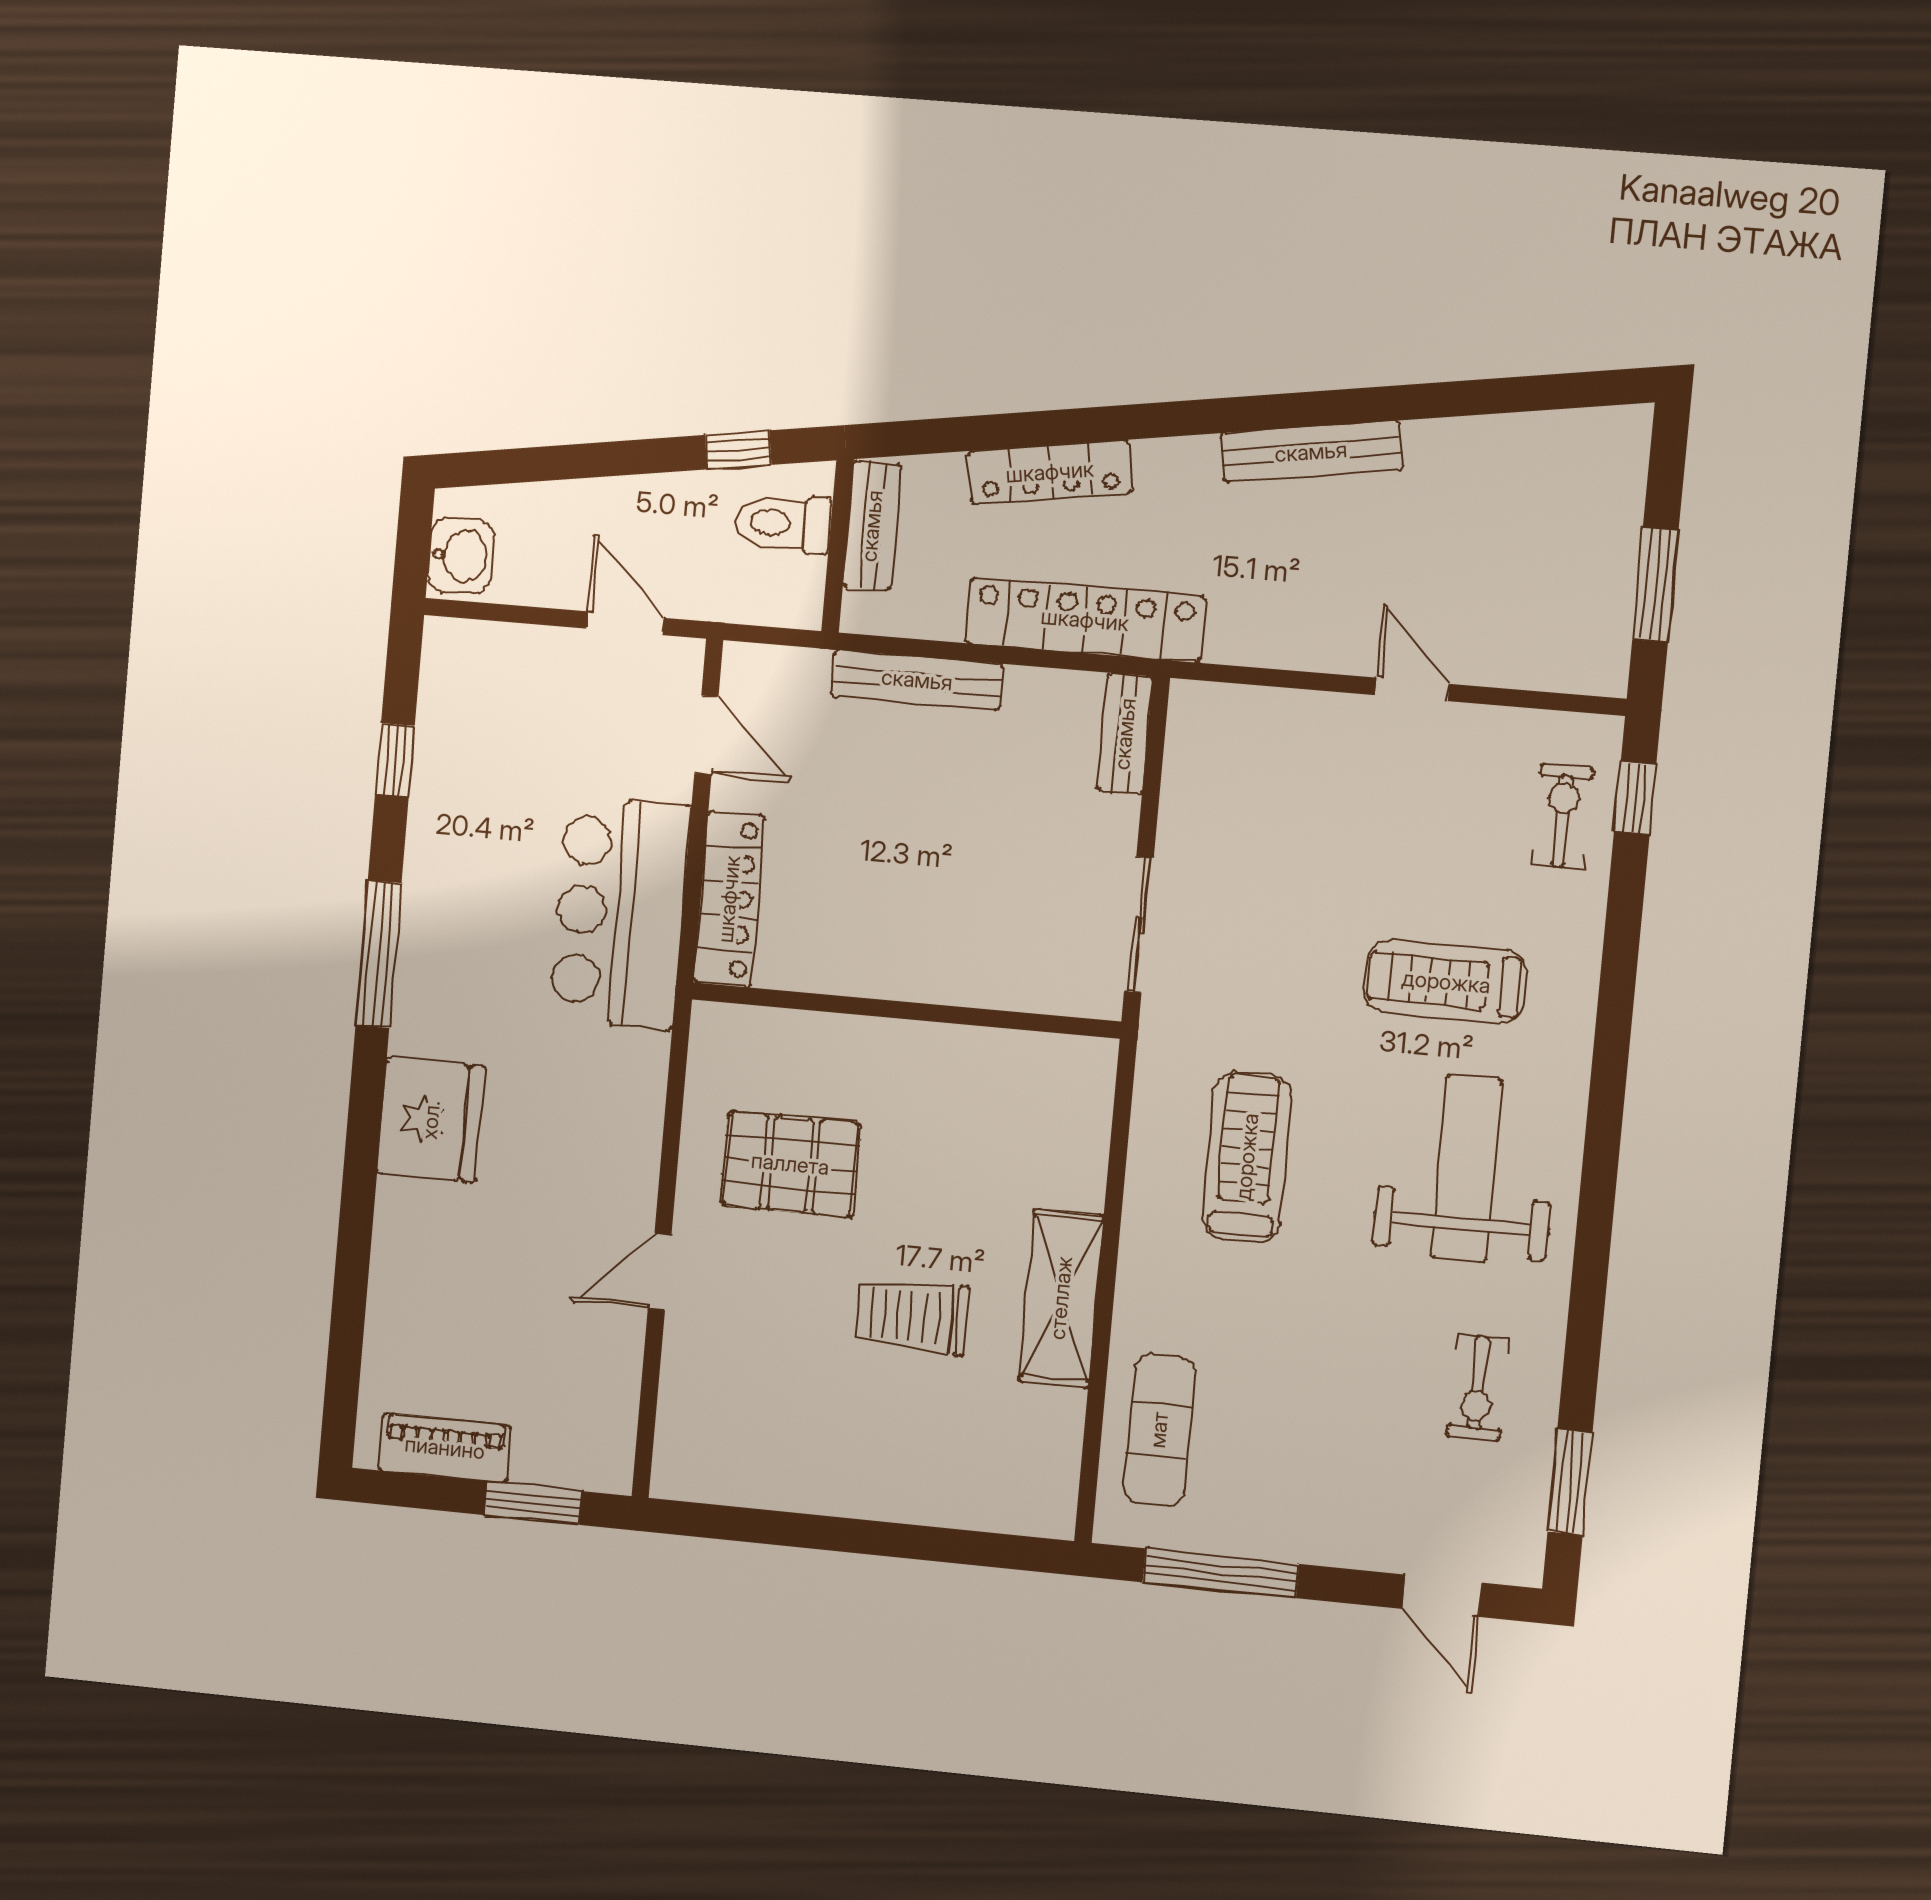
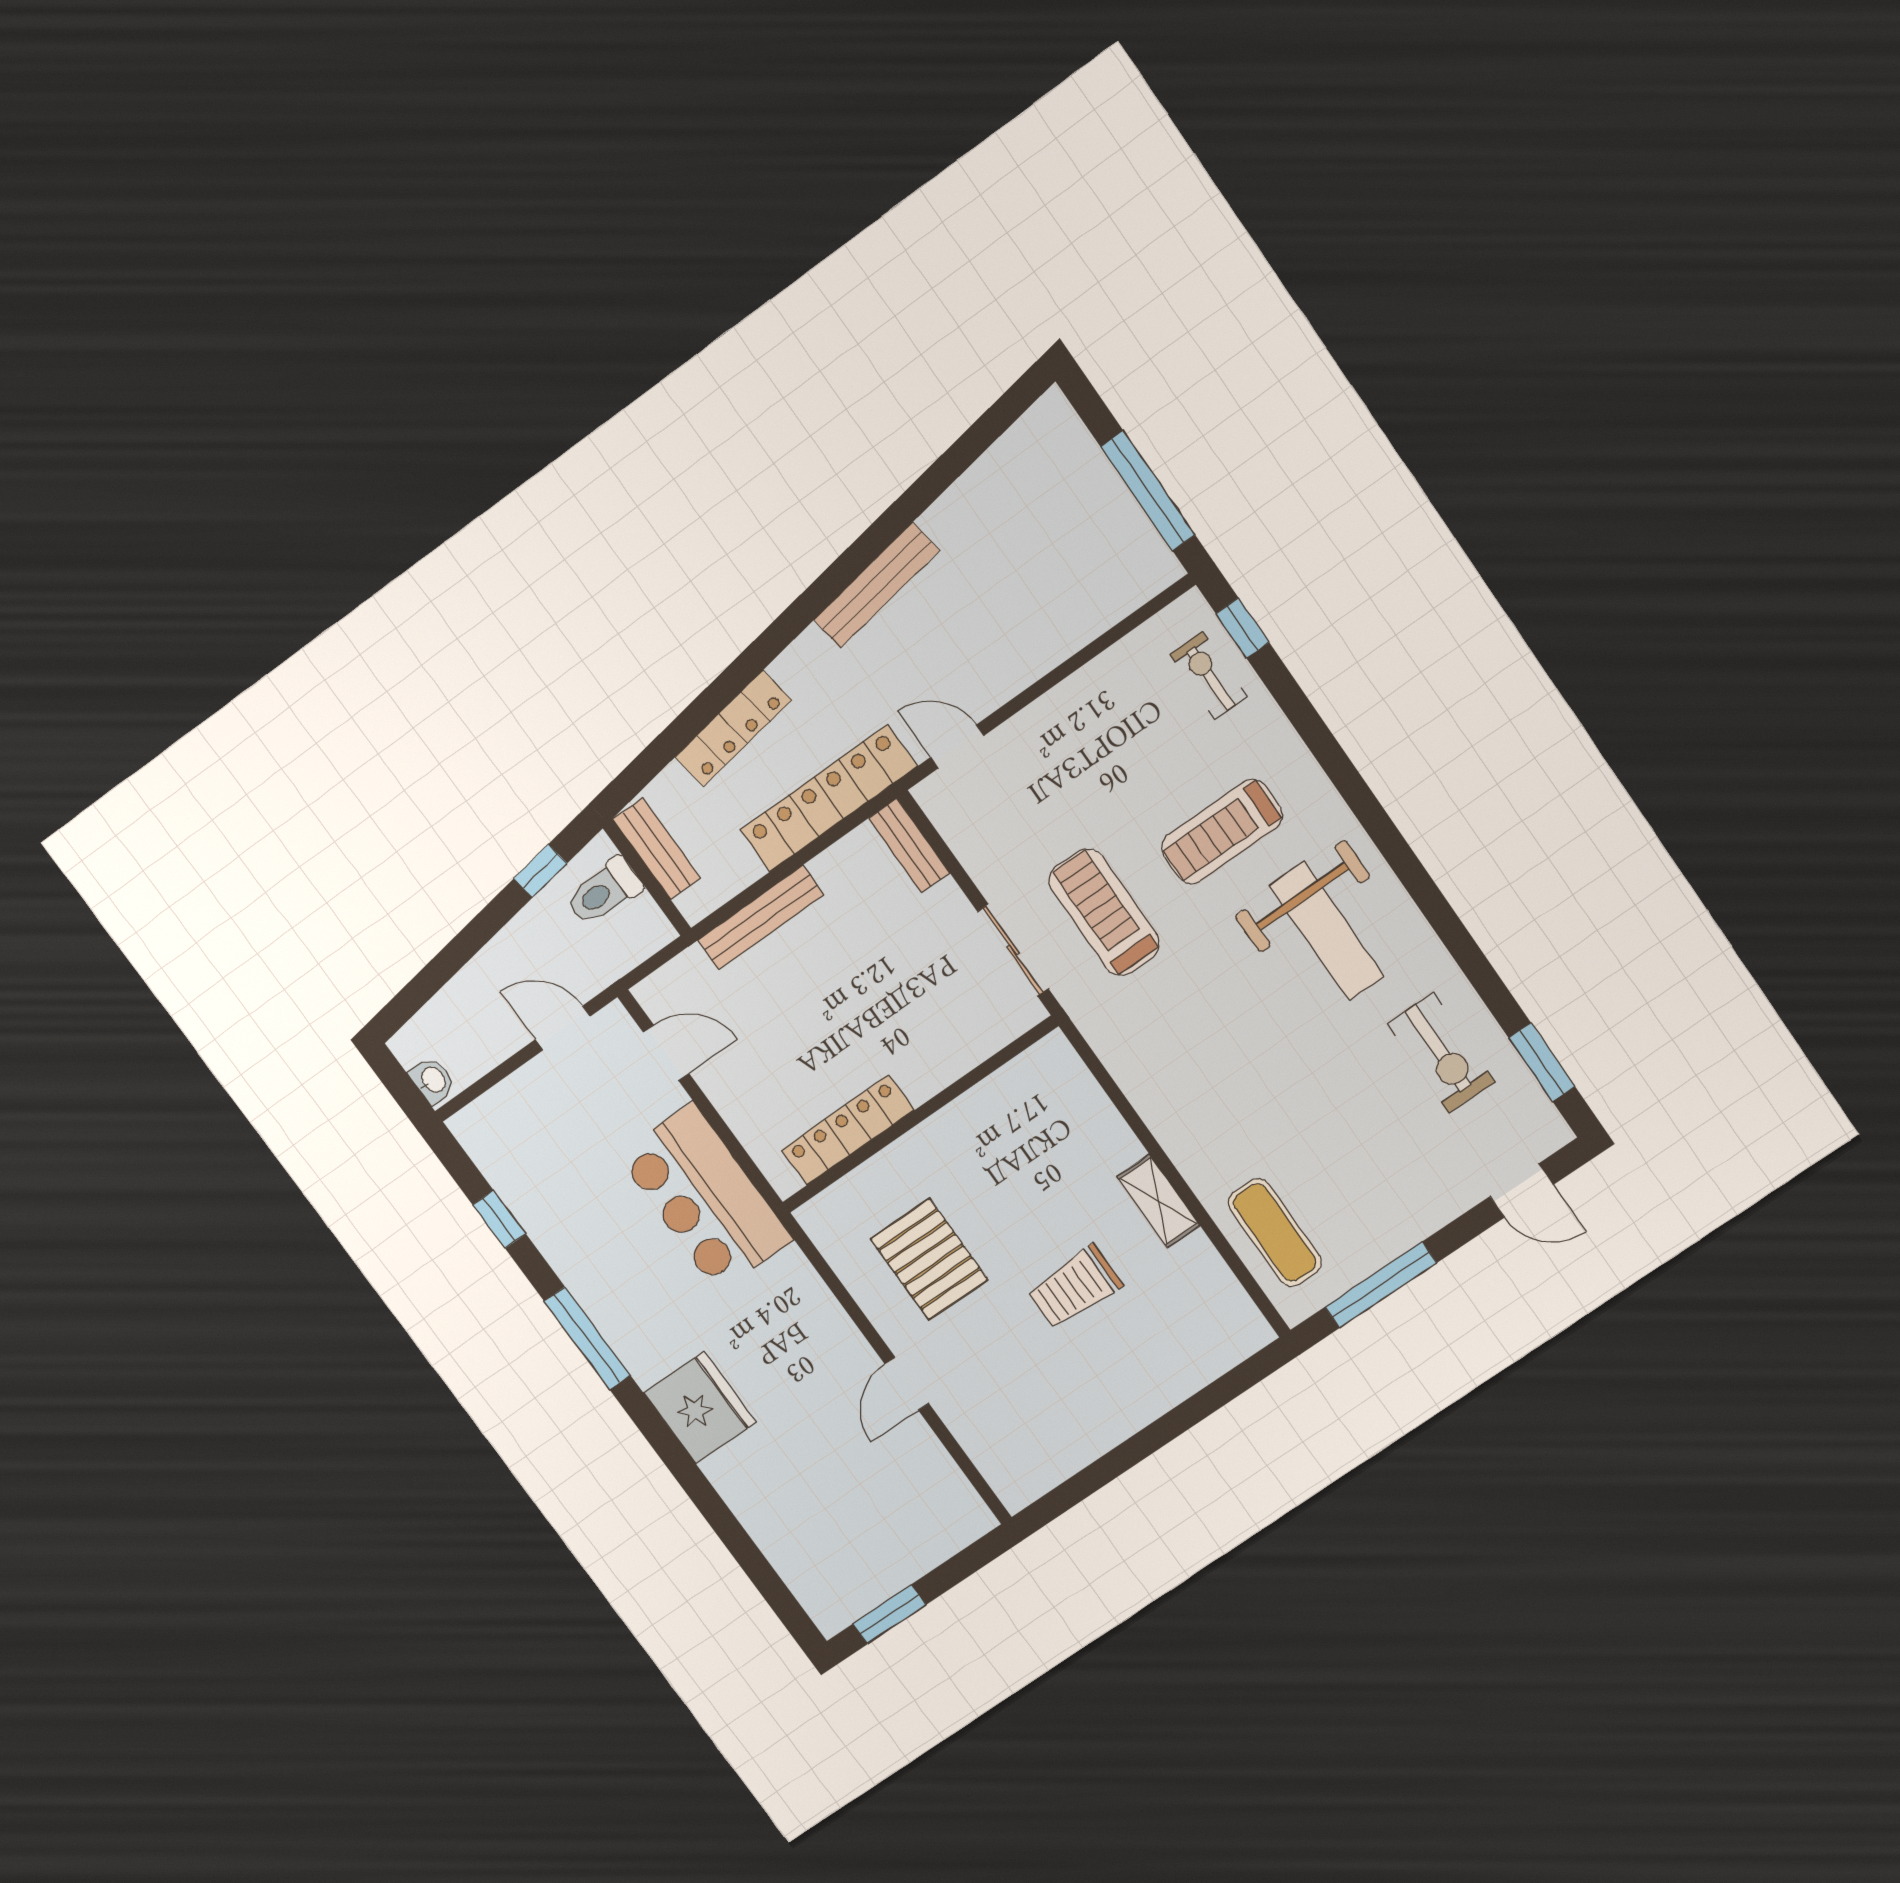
washbasin: (461, 556) -> (433, 1080), width x0.72, depth x0.69
window: (1655, 585) -> (1148, 491), width x1.44
door: (1412, 689) -> (957, 746), moved
locker: (729, 899) -> (848, 1130), moved, turned -90
treadmill: (1247, 1157) -> (1104, 912), moved
pallet: (790, 1164) -> (929, 1259), turned 90
weight bench: (1466, 1169) -> (1327, 931), turned 180
shelving: (1061, 1298) -> (1158, 1201), width x0.67, depth x0.75
exercise bike: (1478, 1388) -> (1441, 1053), width x1.38, depth x1.39
piano: (445, 1448) -> (870, 1586), removed
window: (533, 1503) -> (889, 1614), moved

